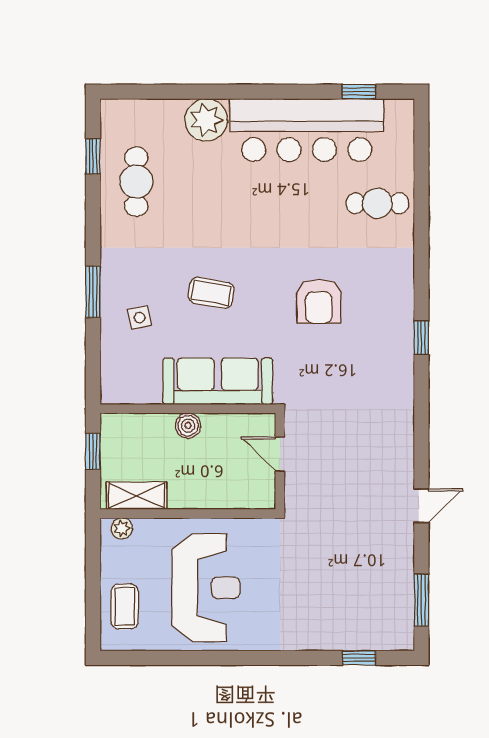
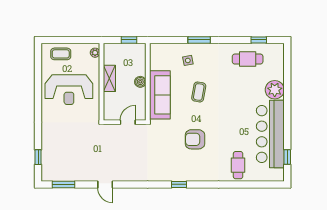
shelving: (137, 496) -> (109, 78), moved

